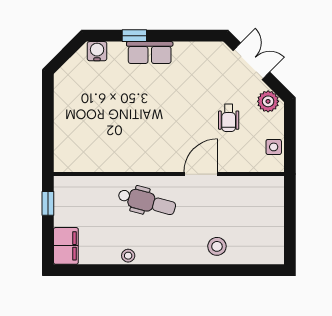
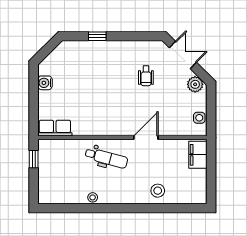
water cooler: (97, 51) -> (45, 83), moved, turned -90
row of seats: (150, 53) -> (55, 128), moved, turned 180
wheelchair: (229, 118) -> (146, 76), moved
filing cabinet: (66, 246) -> (198, 155), moved, turned 180

